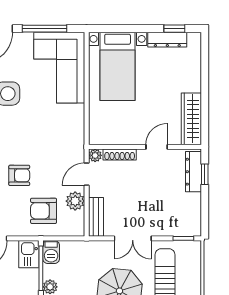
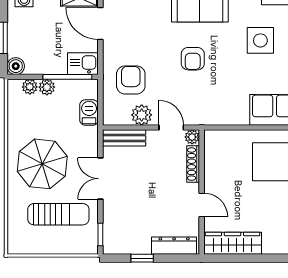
window: (205, 174) -> (142, 258), moved
armchair: (19, 175) -> (193, 59), moved
barbecue: (51, 252) -> (89, 113), moved, turned 90

